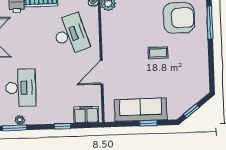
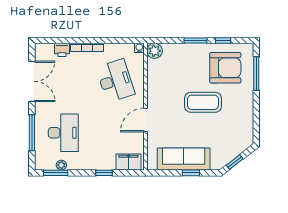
coffee table: (158, 53) -> (203, 102), width x1.86, depth x1.72

